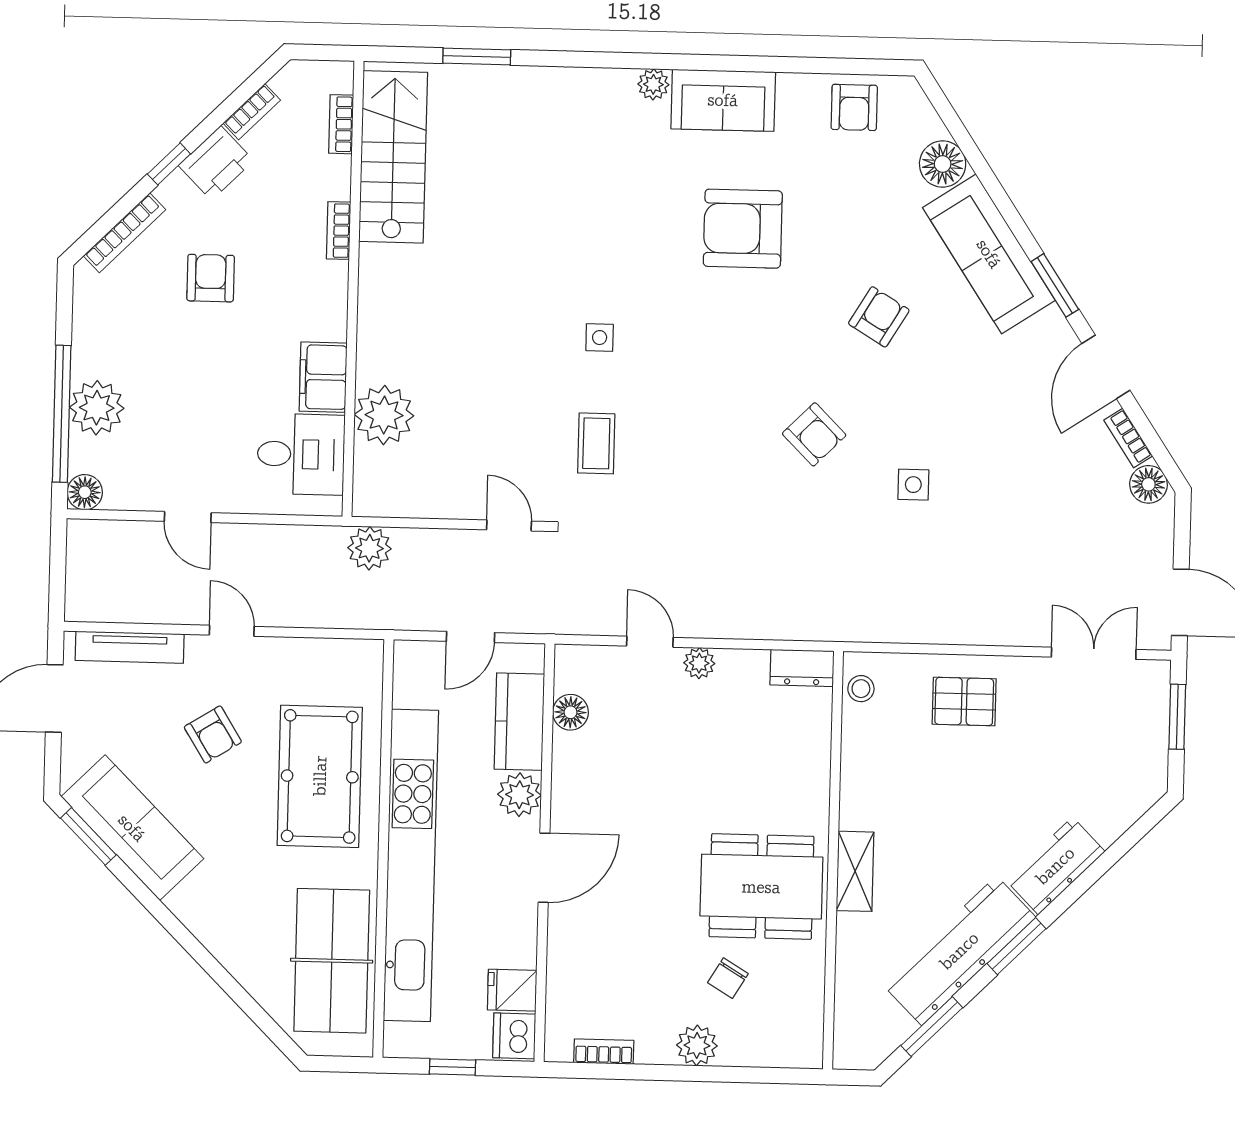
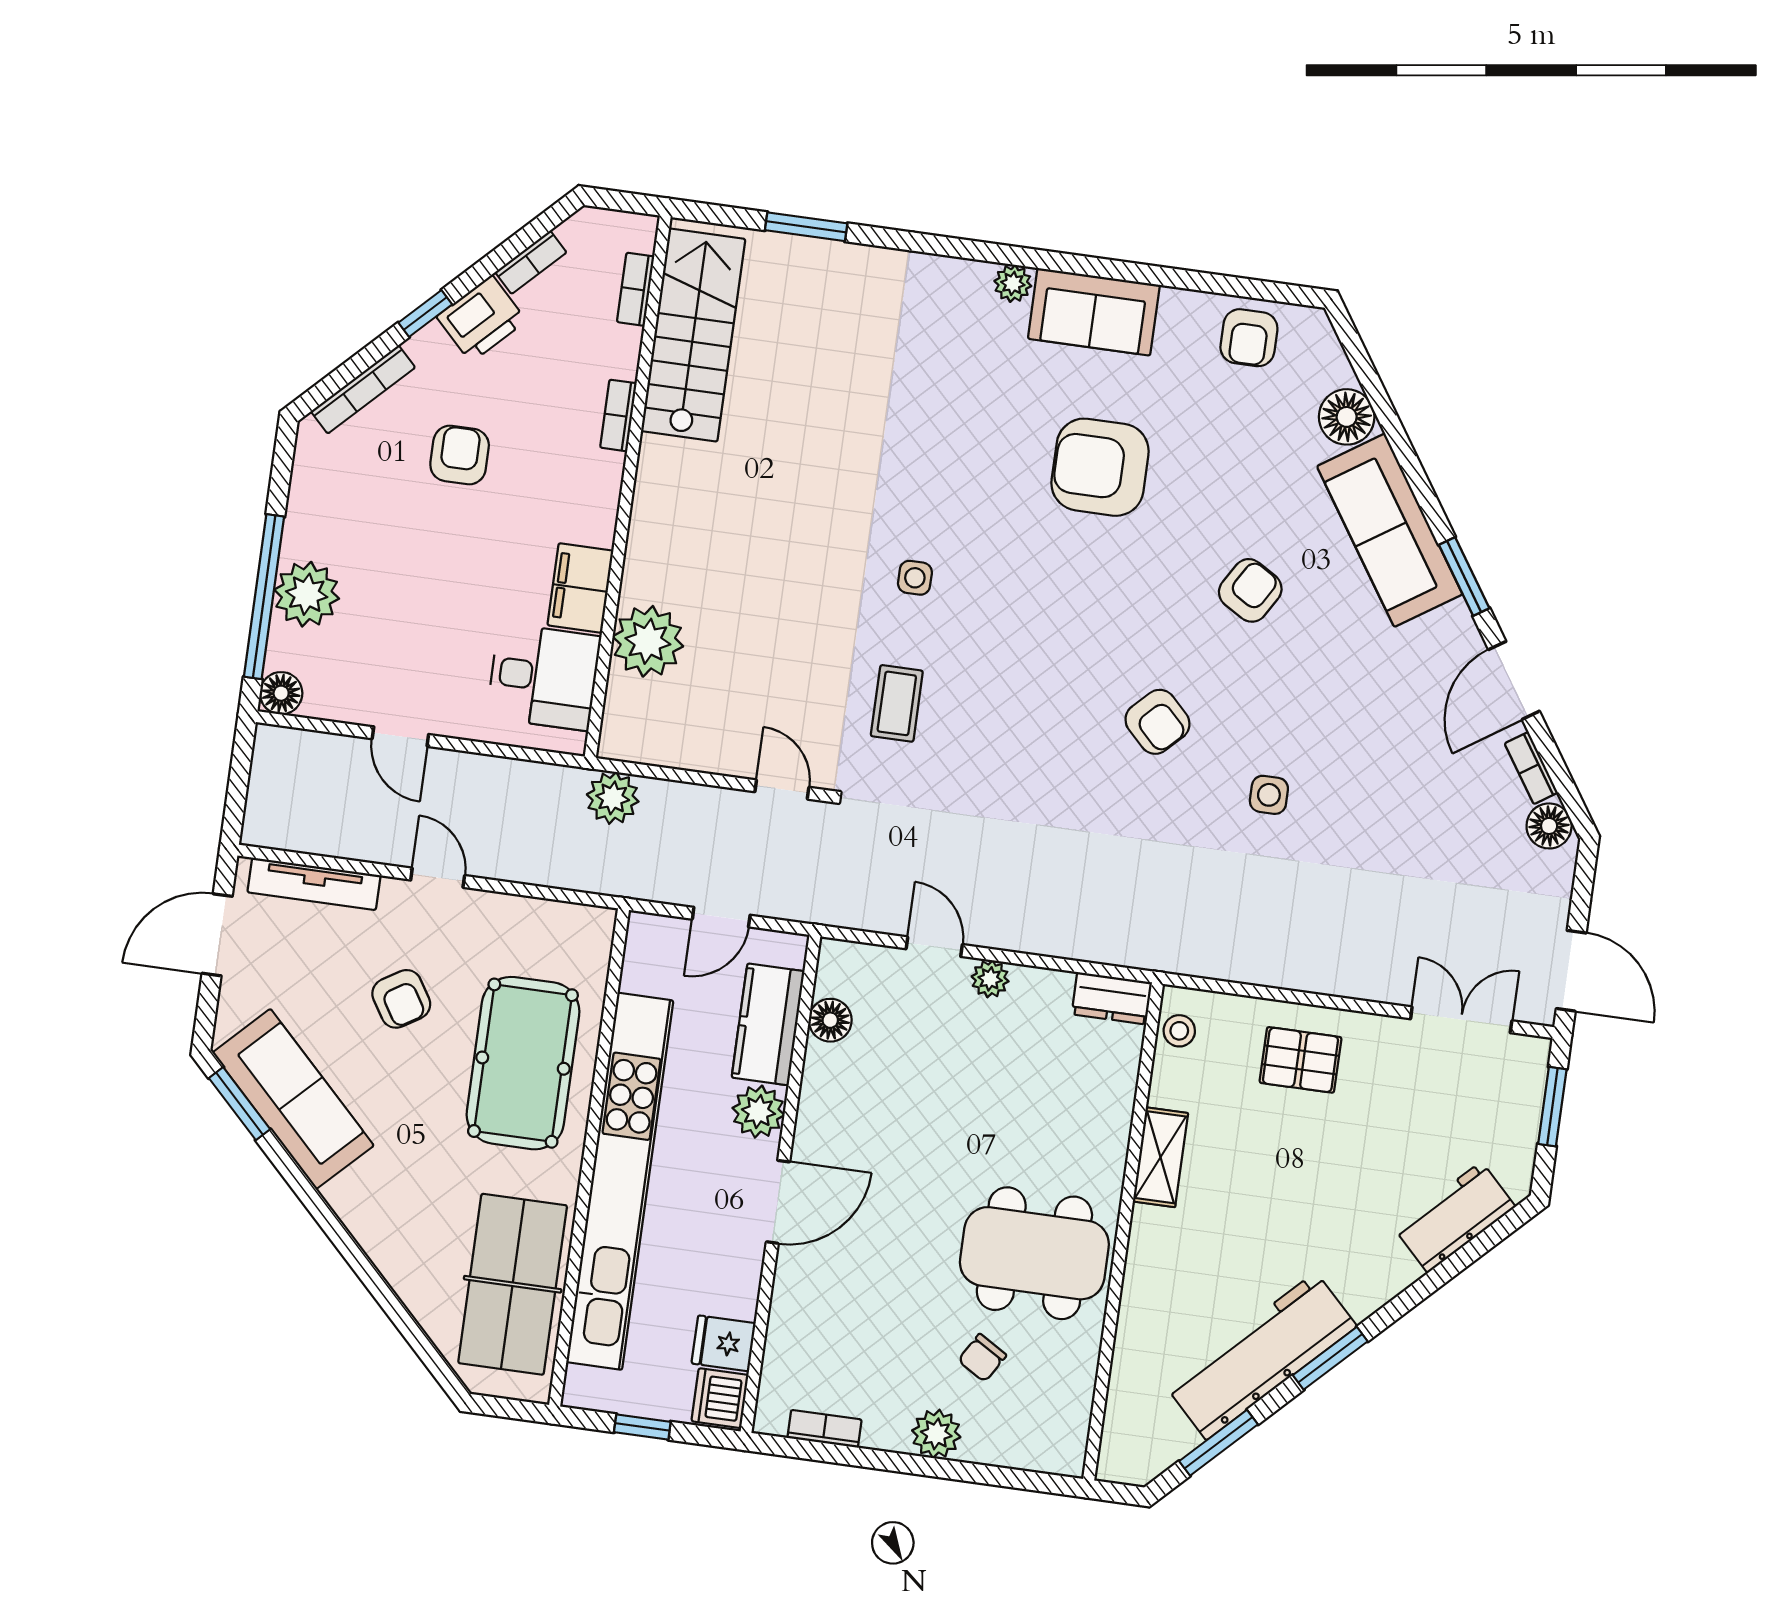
workbench: (1055, 866) -> (1455, 1217), moved
shelving: (855, 871) -> (1160, 1157), moved

